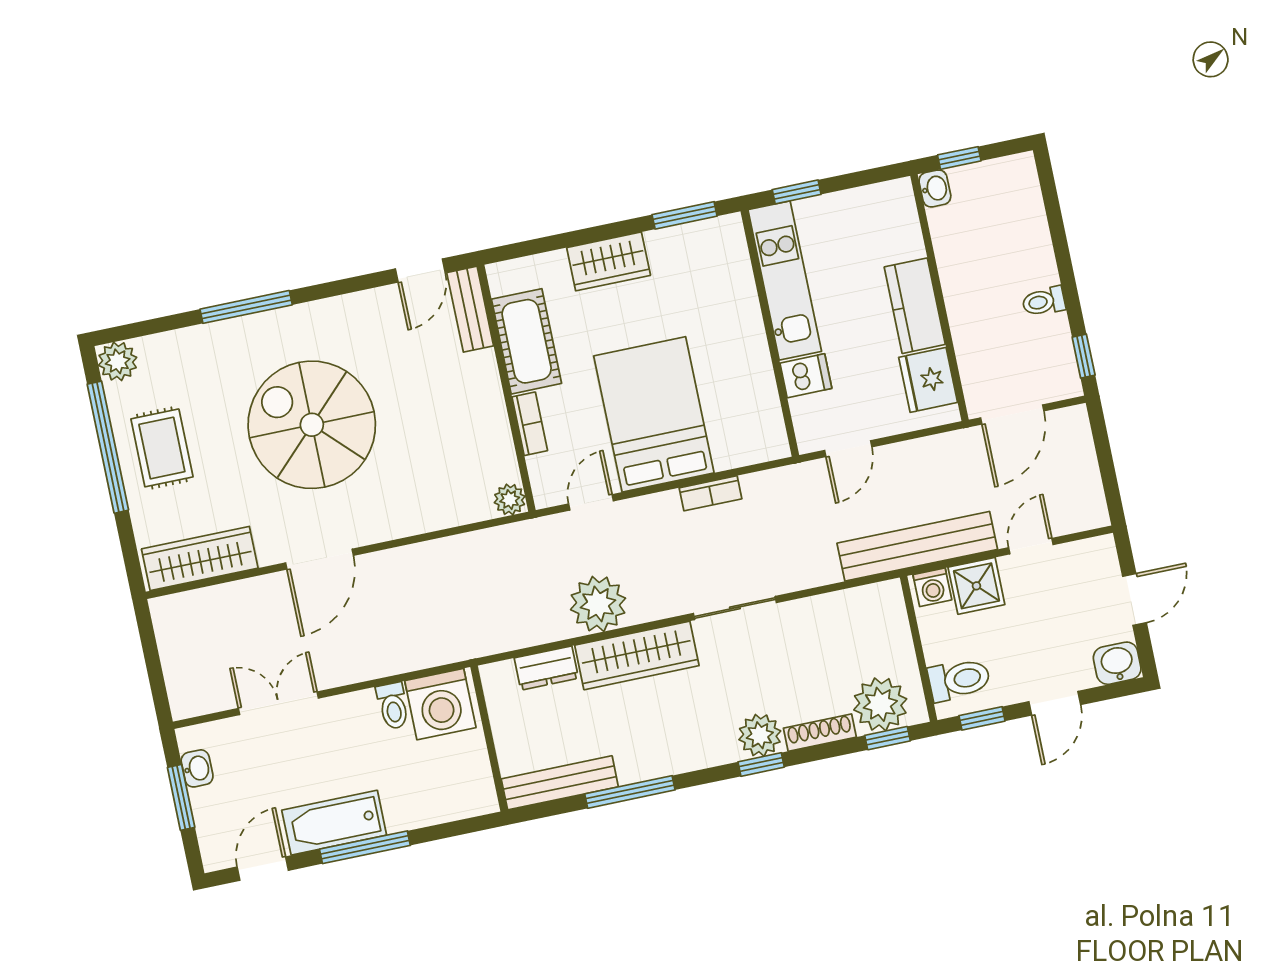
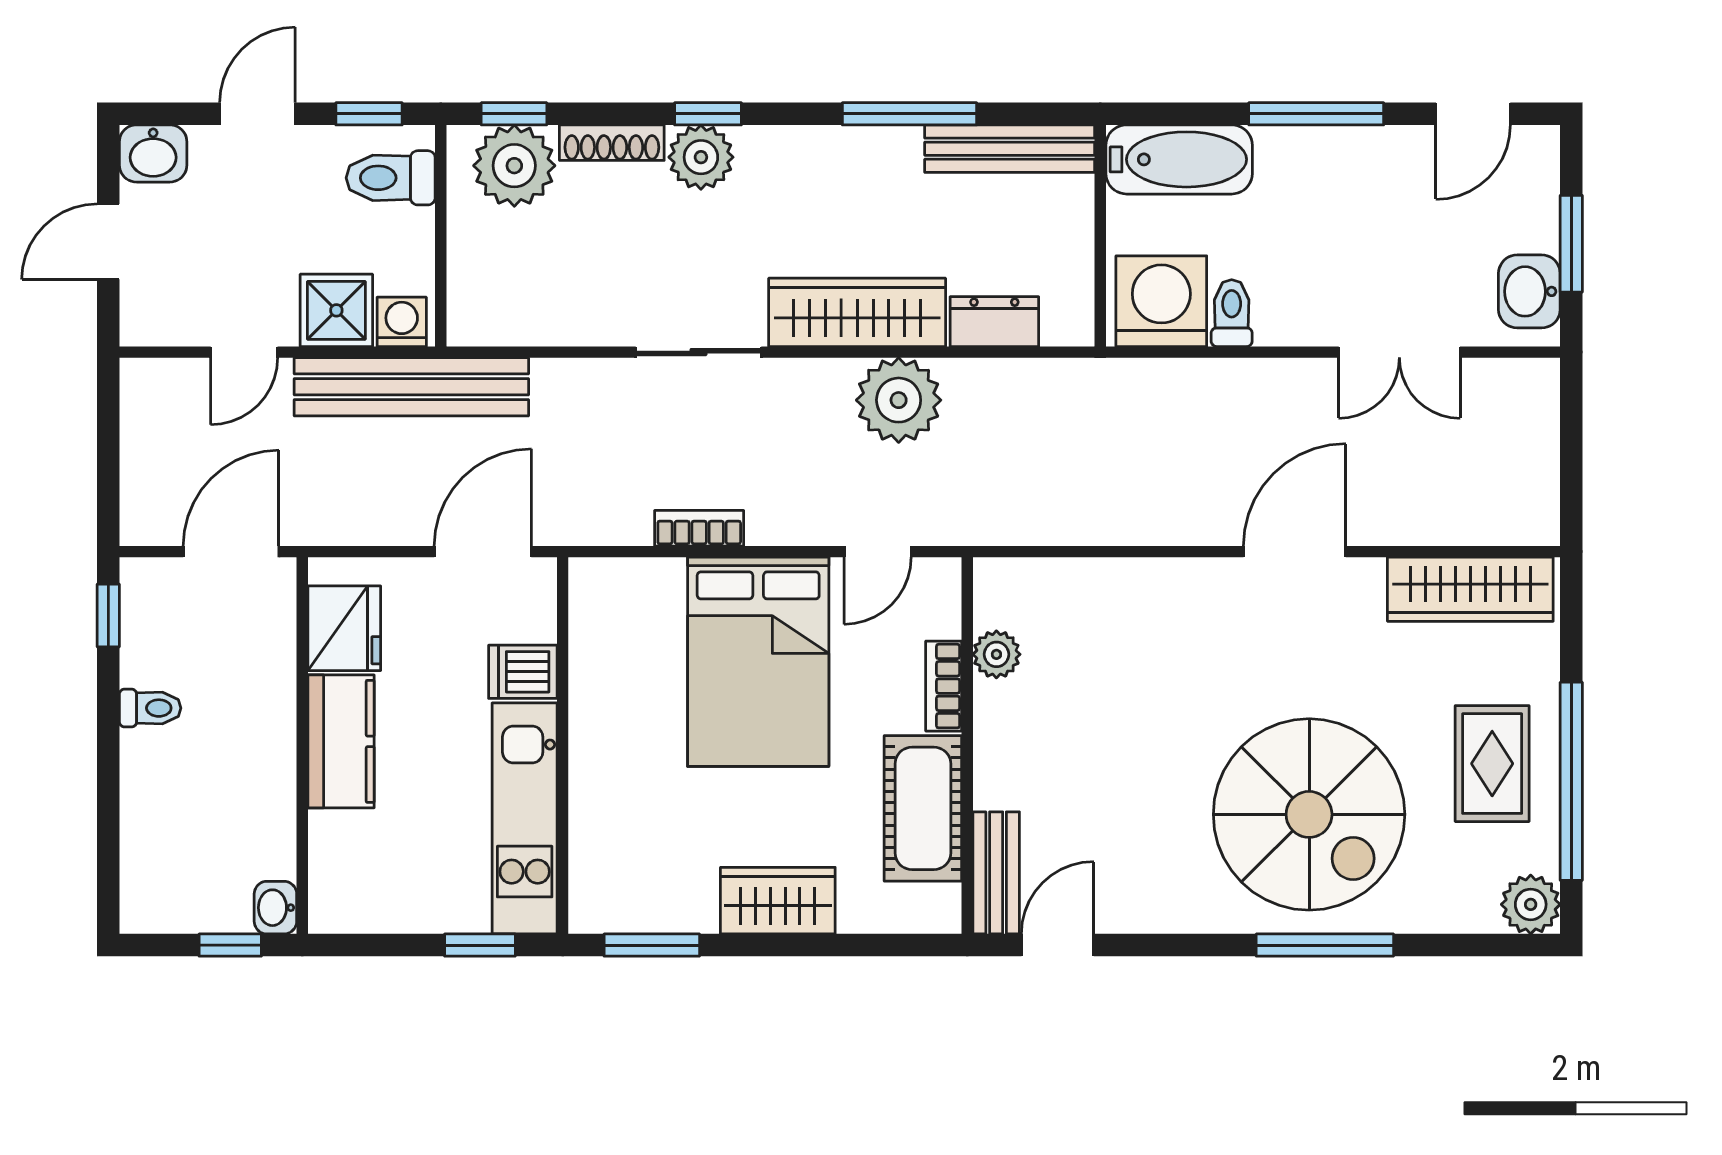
spiral stairs: (312, 425) -> (1309, 814), moved
door: (848, 449) -> (483, 552), width x1.38
plant: (510, 500) -> (996, 654), moved
washbasin: (197, 768) -> (1529, 291), width x1.38, depth x1.45
bathtub: (334, 823) -> (1179, 159), moved

